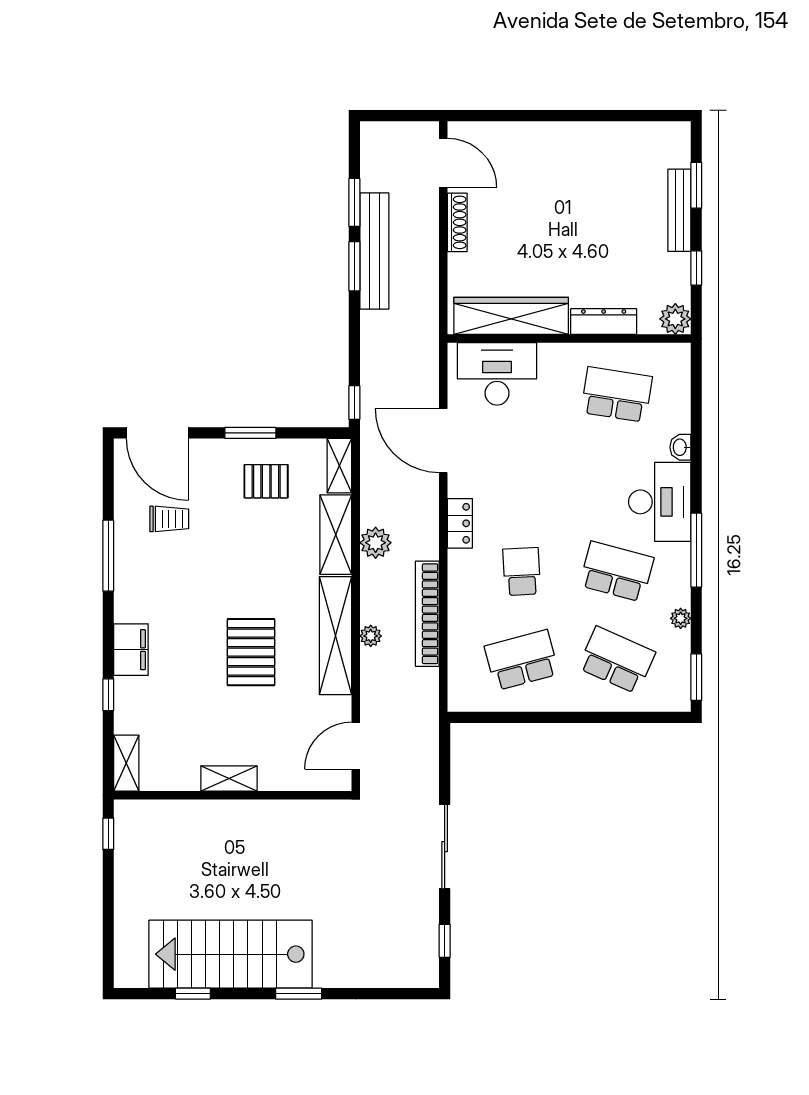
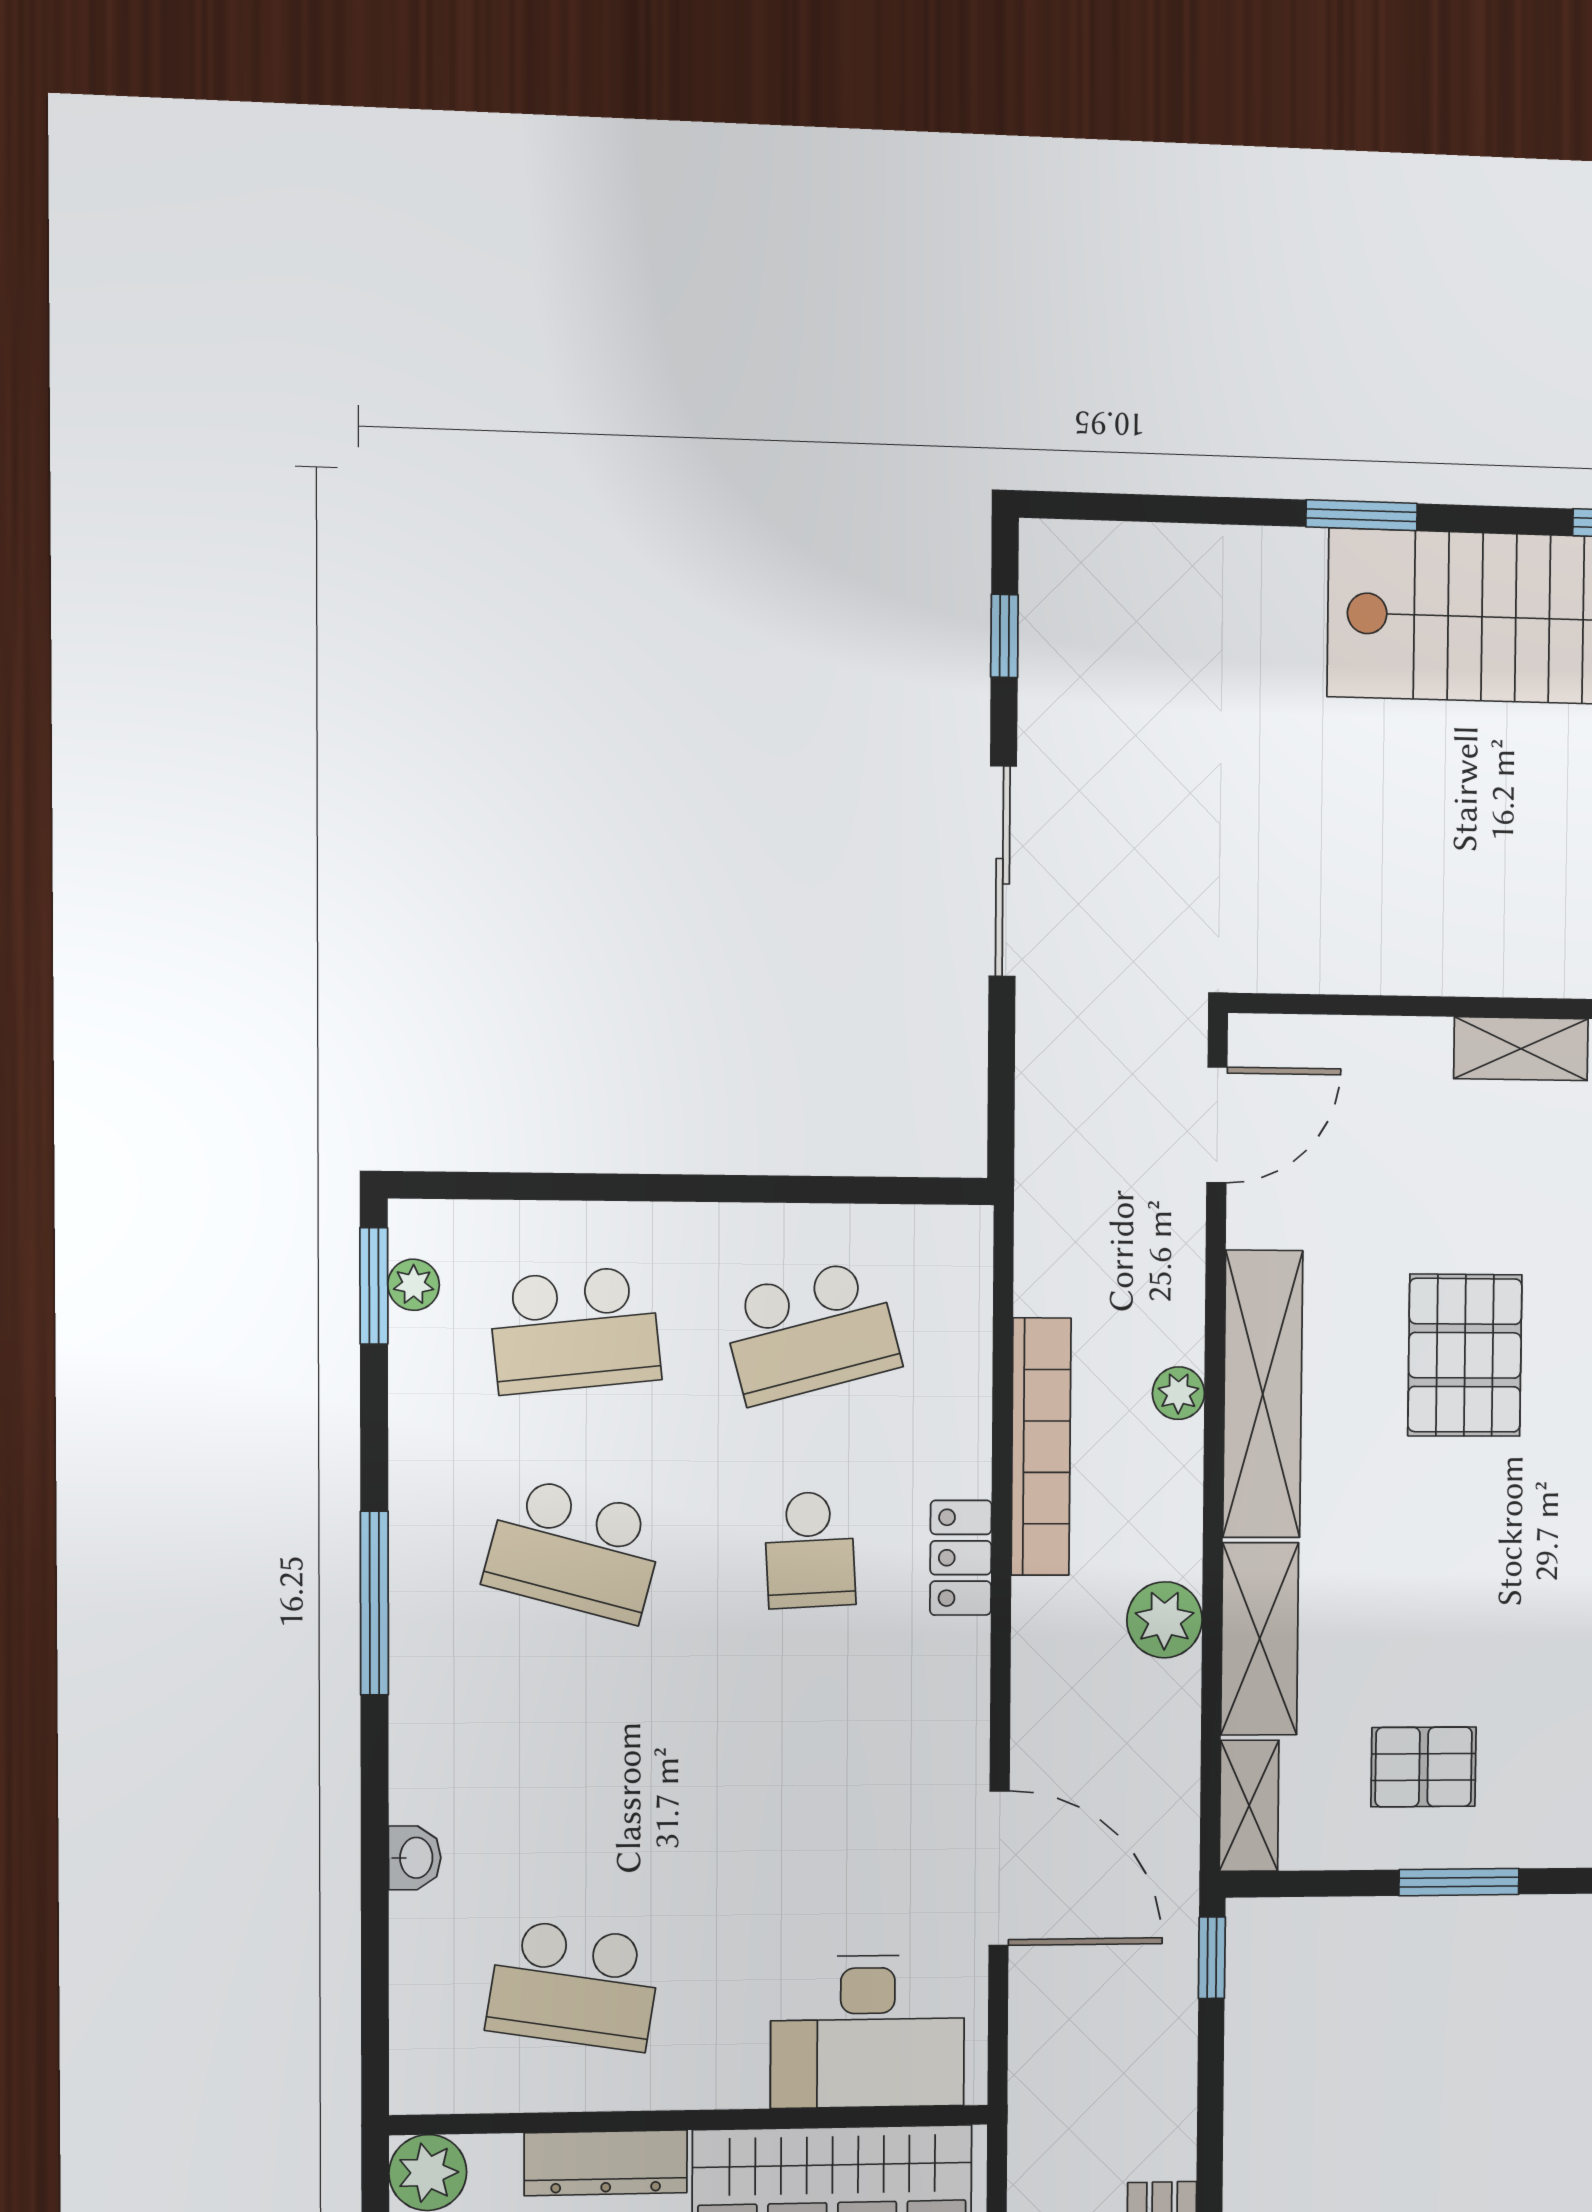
desk: (660, 502) -> (467, 1722), removed
locker: (460, 523) -> (961, 1558), moved
plant: (681, 618) -> (414, 1285), moved
school desk: (617, 660) -> (575, 1330), turned -30

